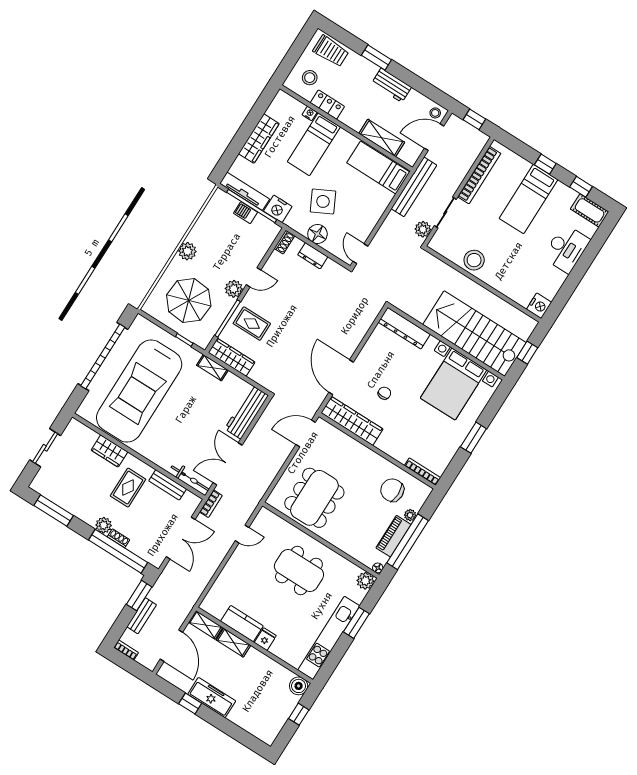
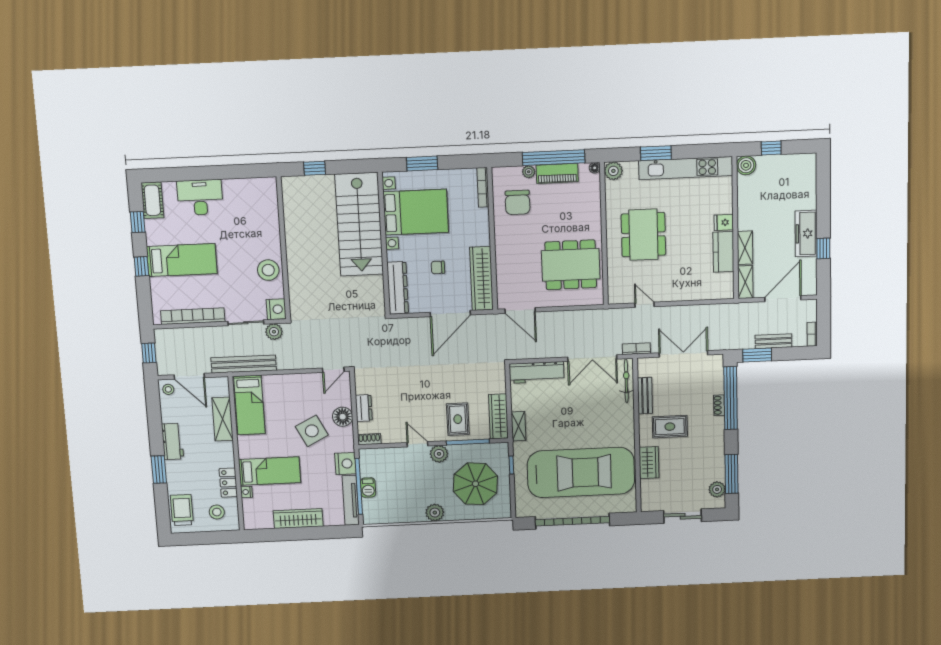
nightstand: (539, 306) -> (276, 309), moved, turned 90
dresser: (404, 328) -> (398, 288), moved
stairs: (474, 334) -> (359, 224), moved
wall: (446, 342) -> (384, 244), moved
bed with nightstands: (454, 384) -> (416, 212), moved
plant: (104, 525) -> (717, 489), moved

